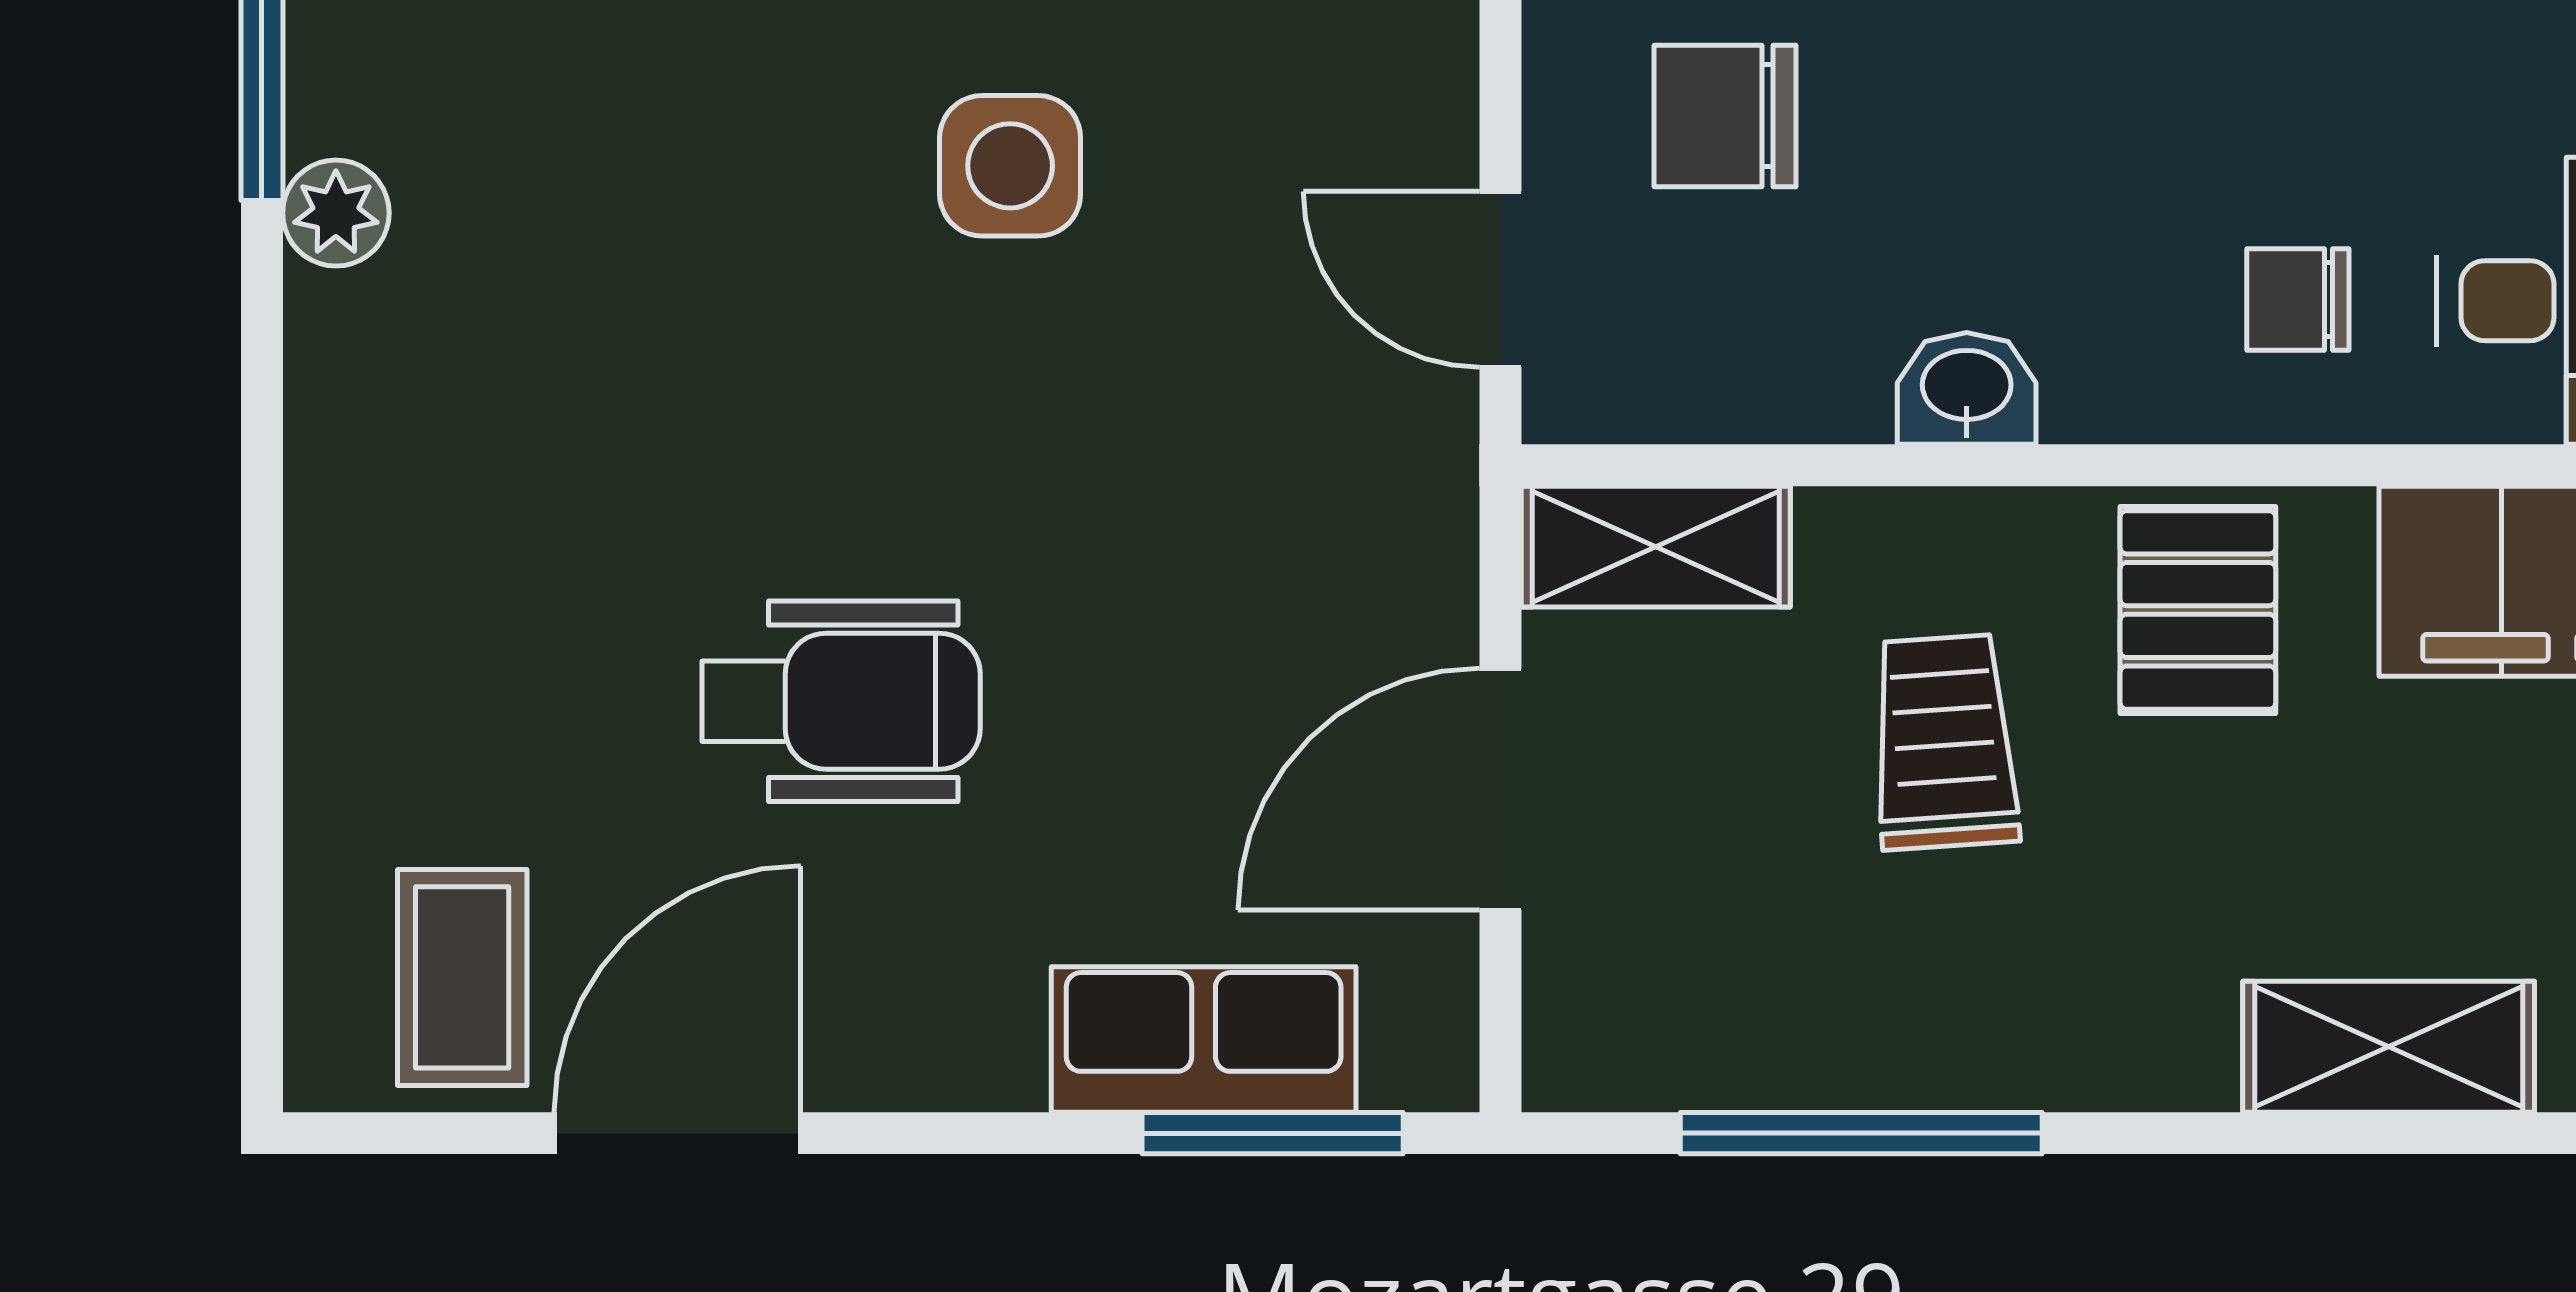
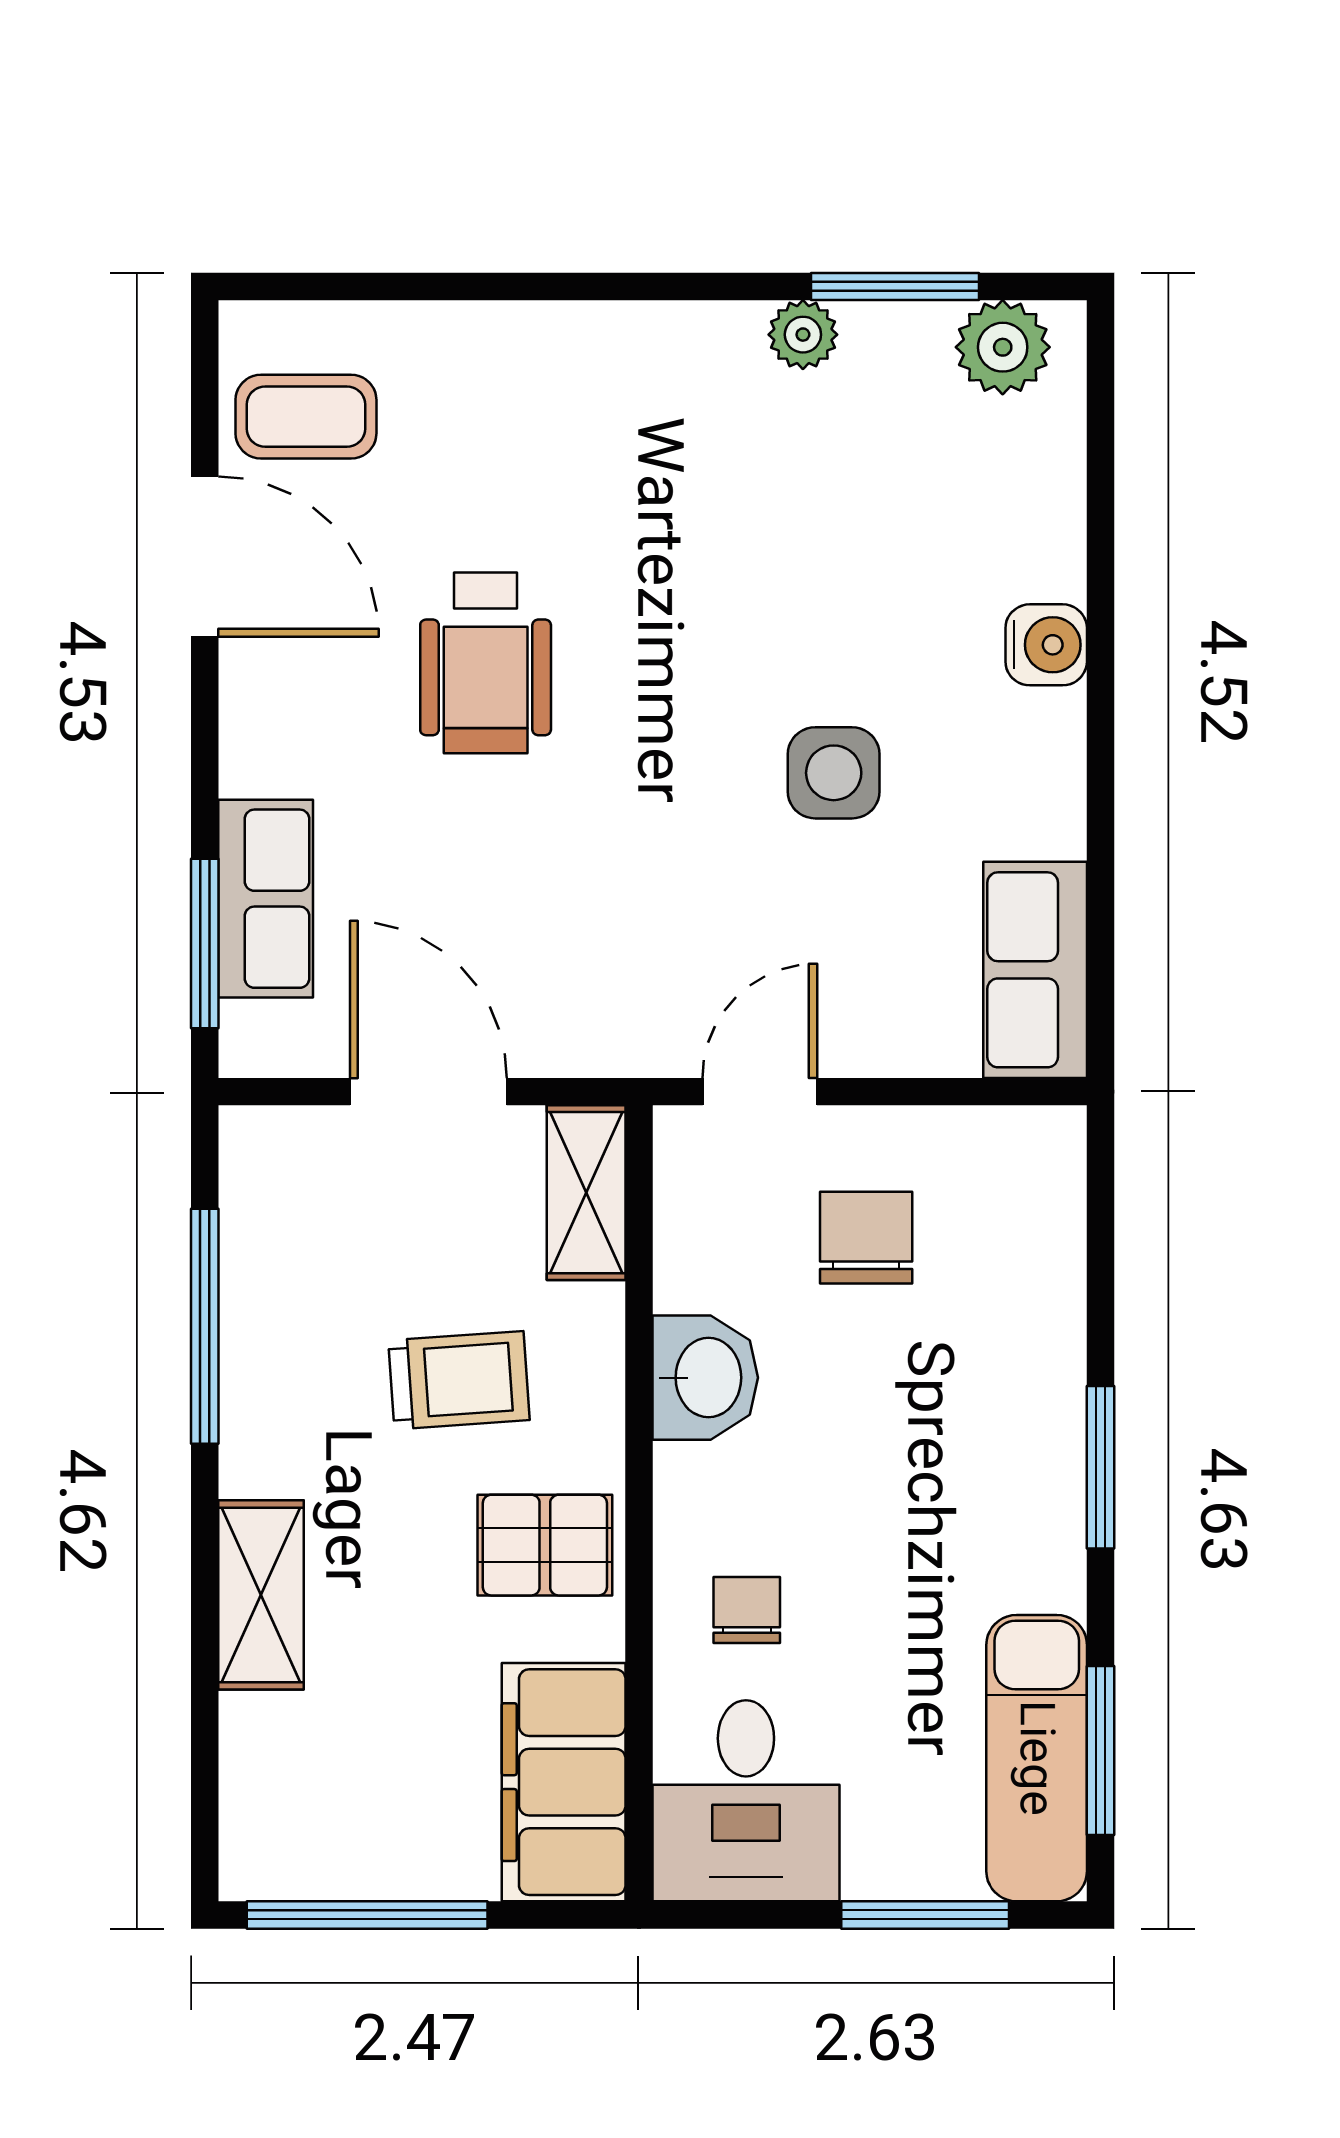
washbasin: (1967, 388) -> (705, 1378), width x1.38, depth x1.45
shelving: (2389, 1047) -> (261, 1595), moved

